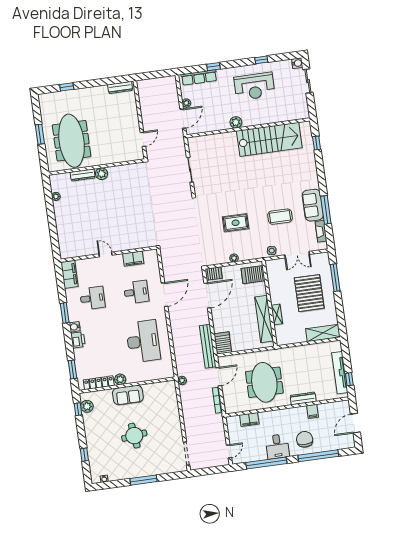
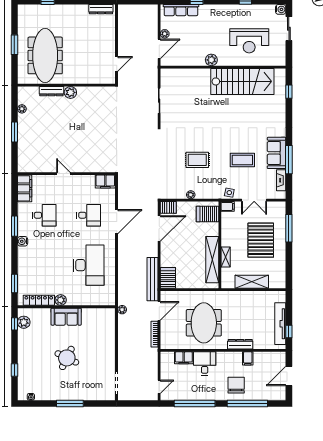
reception desk: (254, 86) -> (249, 41), moved
window: (52, 220) -> (14, 132), added
filing cabinet: (133, 259) -> (105, 181), moved
filing cabinet: (272, 264) -> (228, 206), added
shelving: (323, 333) -> (252, 282), moved
printer: (78, 340) -> (24, 255), removed
round table: (134, 436) -> (67, 358), turned 33
desk: (277, 446) -> (205, 363), moved, turned 180

